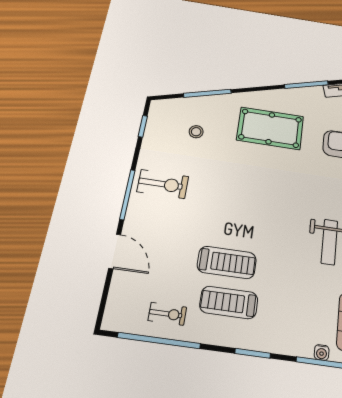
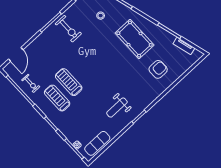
door: (115, 251) -> (16, 54), moved
treadmill: (227, 262) -> (69, 82), turned 180

